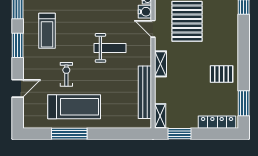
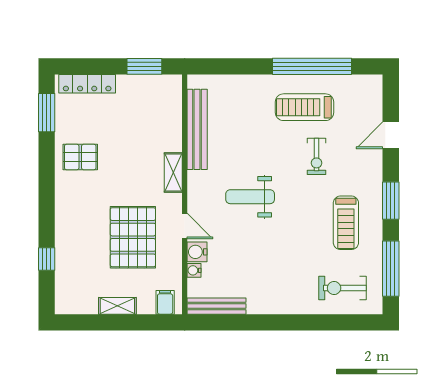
treadmill: (47, 31) -> (346, 223), turned 180
treadmill: (74, 107) -> (304, 107), width x0.73, depth x0.73
shelving: (160, 116) -> (174, 93), removed
window: (69, 134) -> (312, 66), width x1.46

